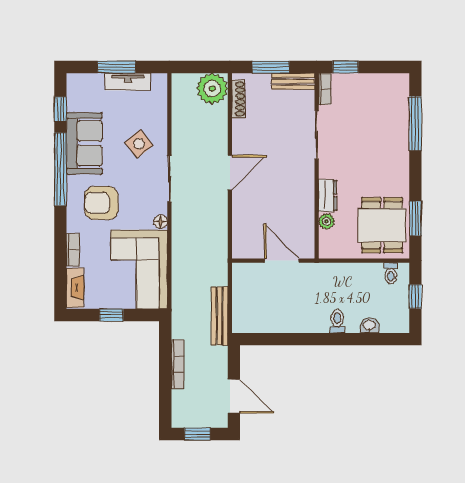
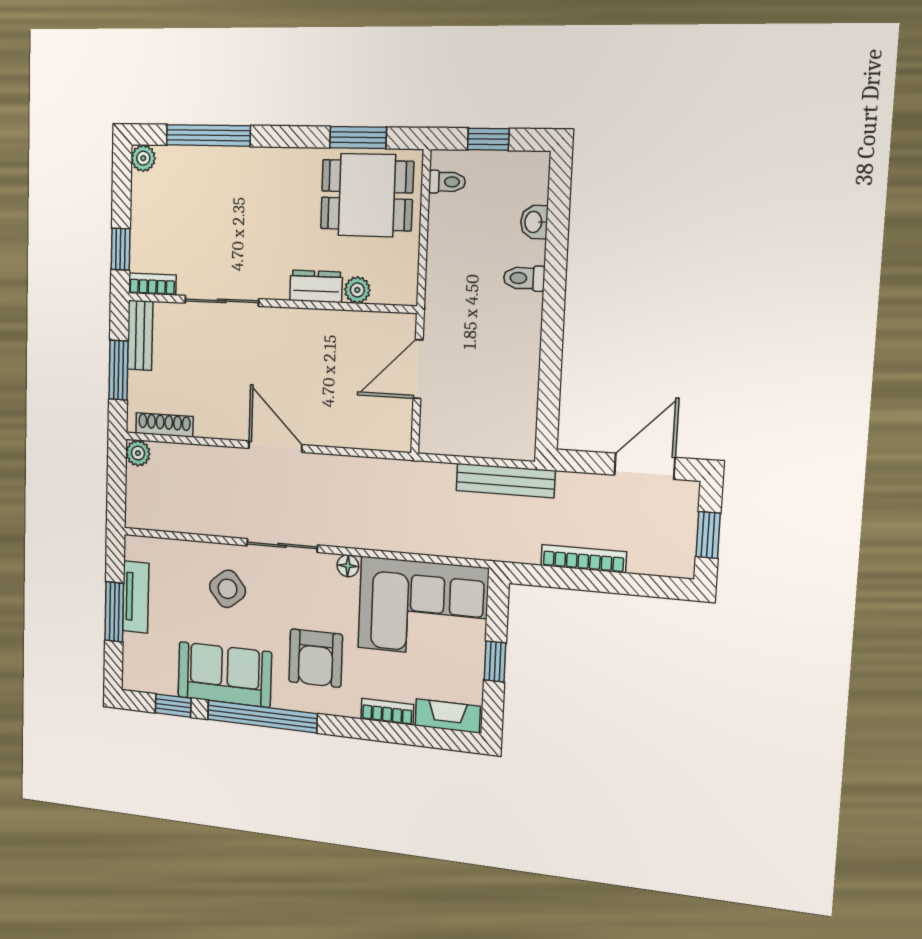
plant: (401, 81) -> (143, 158), added
plant: (212, 89) -> (138, 453), width x0.53, depth x0.53

